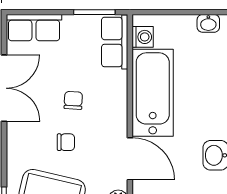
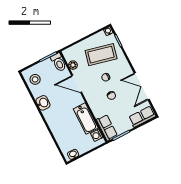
bathtub: (153, 93) -> (86, 118), width x0.73, depth x0.73

